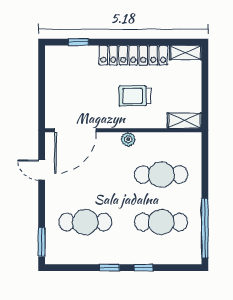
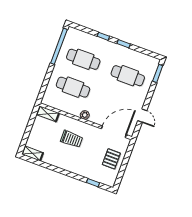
locker: (133, 55) -> (64, 163), removed
pallet: (64, 88) -> (111, 159), added

